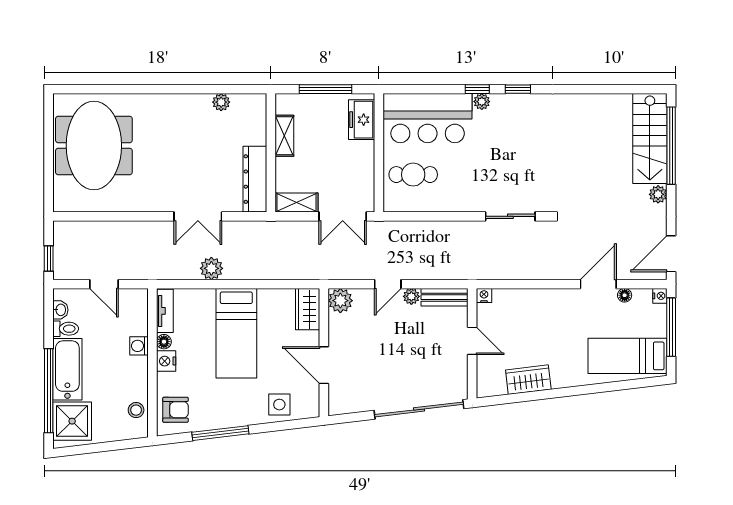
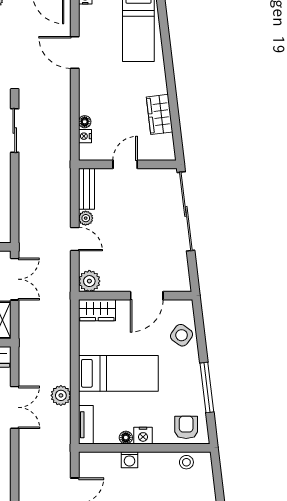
nightstand: (484, 295) -> (85, 136), moved
floor lamp: (625, 295) -> (85, 122), moved
tv unit: (165, 311) -> (86, 425), moved, turned 90
side table: (279, 405) -> (182, 335), turned 36

